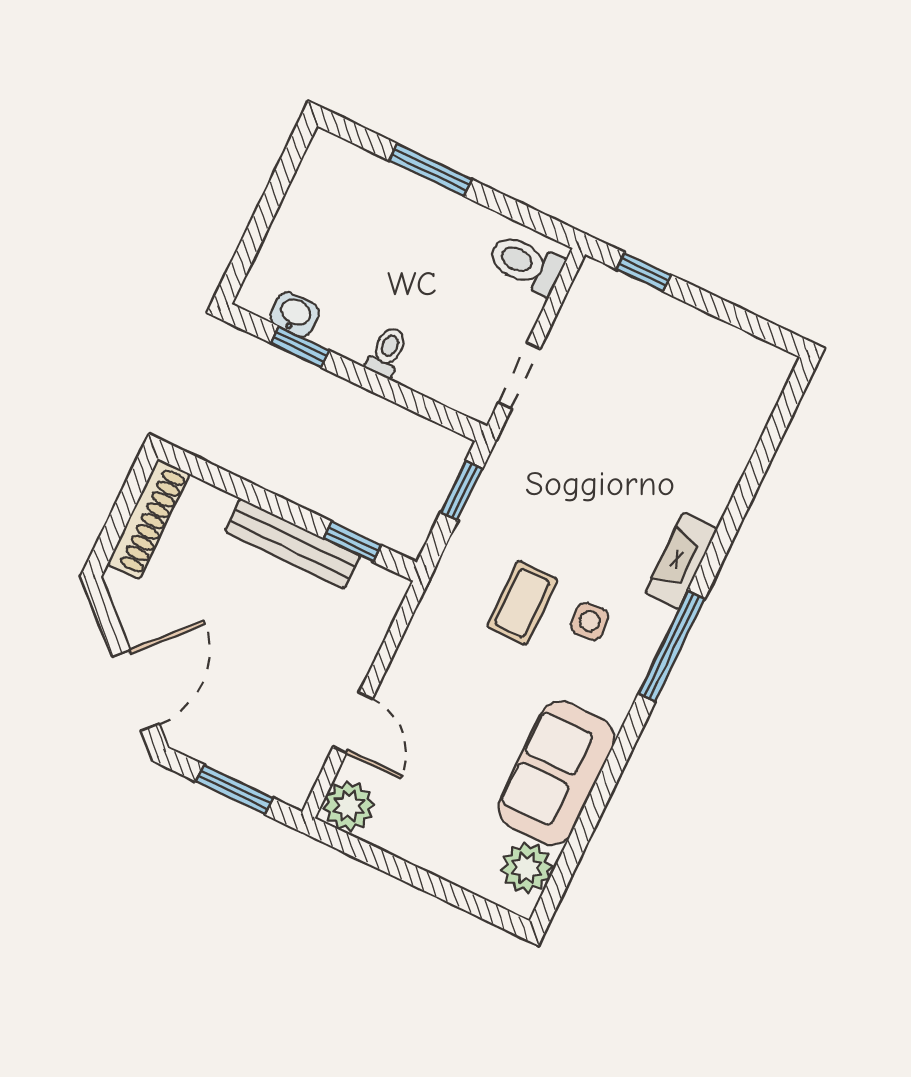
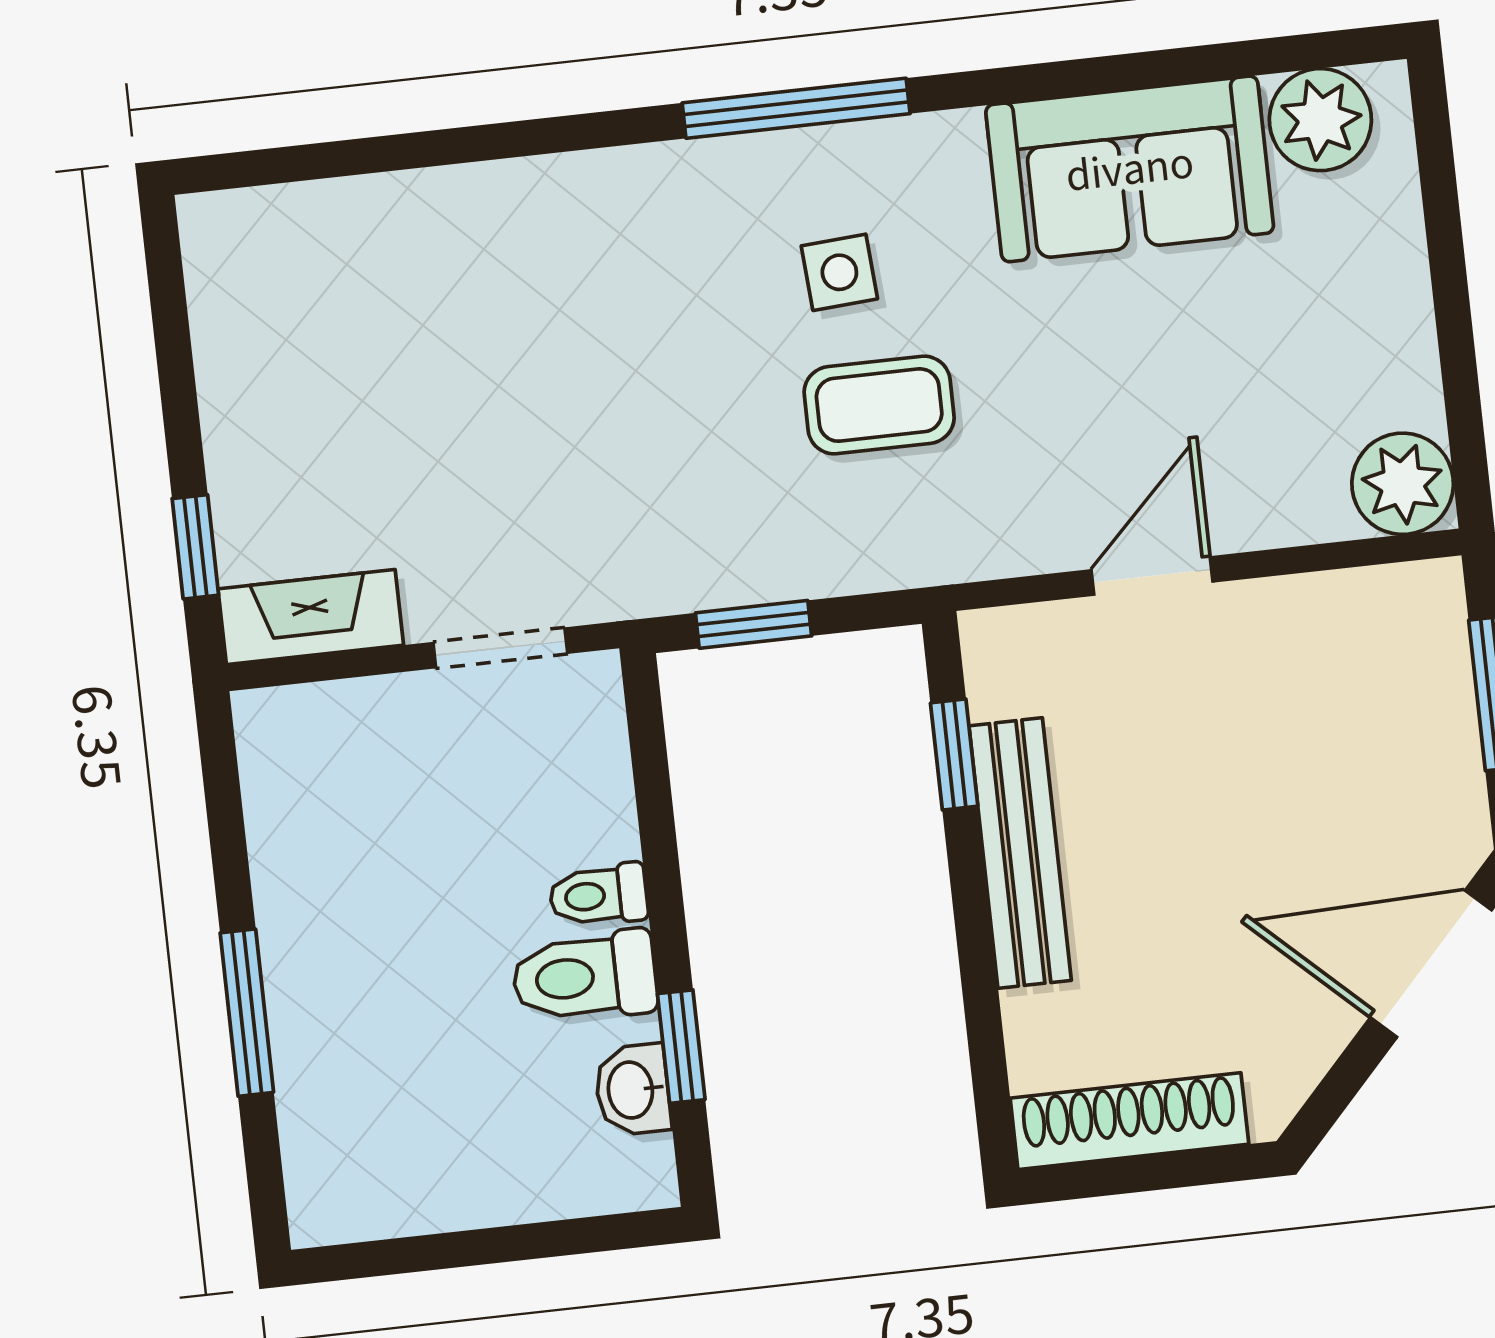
toilet: (526, 264) -> (585, 977), moved, turned 90
fireplace: (681, 561) -> (311, 617), moved, turned 180
door: (353, 723) -> (1152, 576), moved

